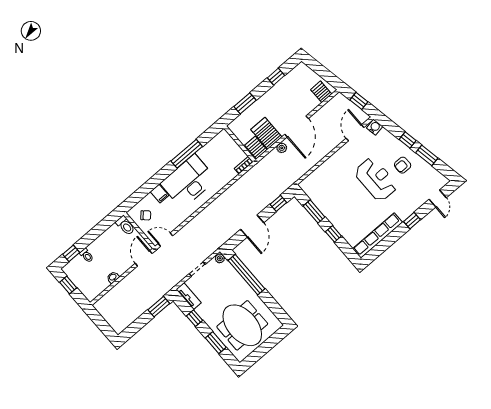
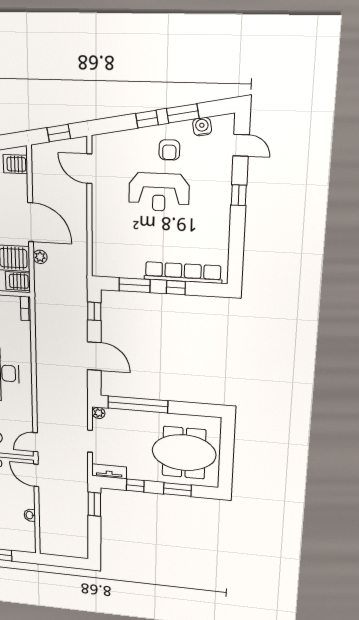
water cooler: (375, 127) -> (202, 127), moved
reception desk: (376, 179) -> (159, 192), turned 180
row of seats: (377, 236) -> (183, 273), moved, turned 90

